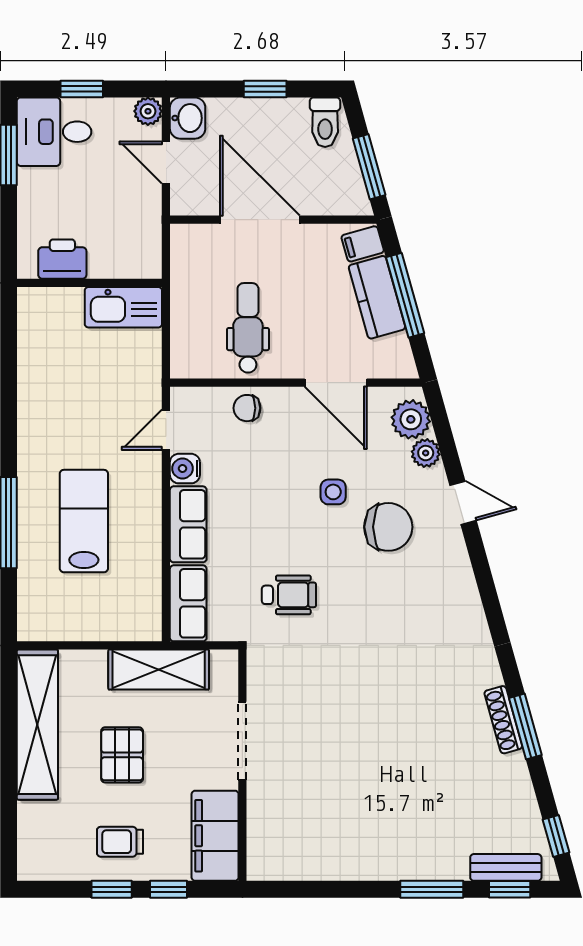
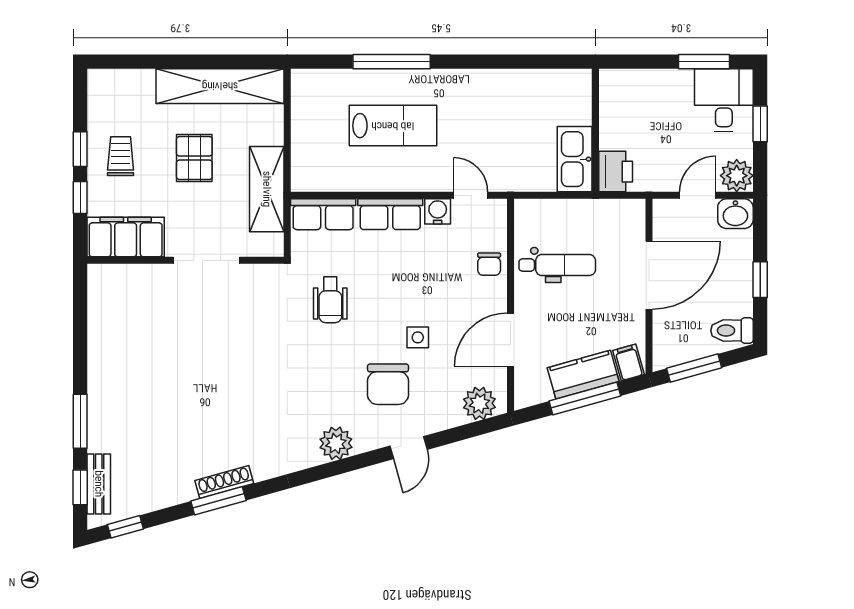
plant: (148, 111) -> (737, 176), width x1.38, depth x1.38
printer: (62, 259) -> (616, 172), moved
chair: (247, 408) -> (489, 264), turned 180
plant: (426, 453) -> (336, 443), moved, width x1.38, depth x1.38
pallet: (122, 755) -> (194, 158), turned 90

